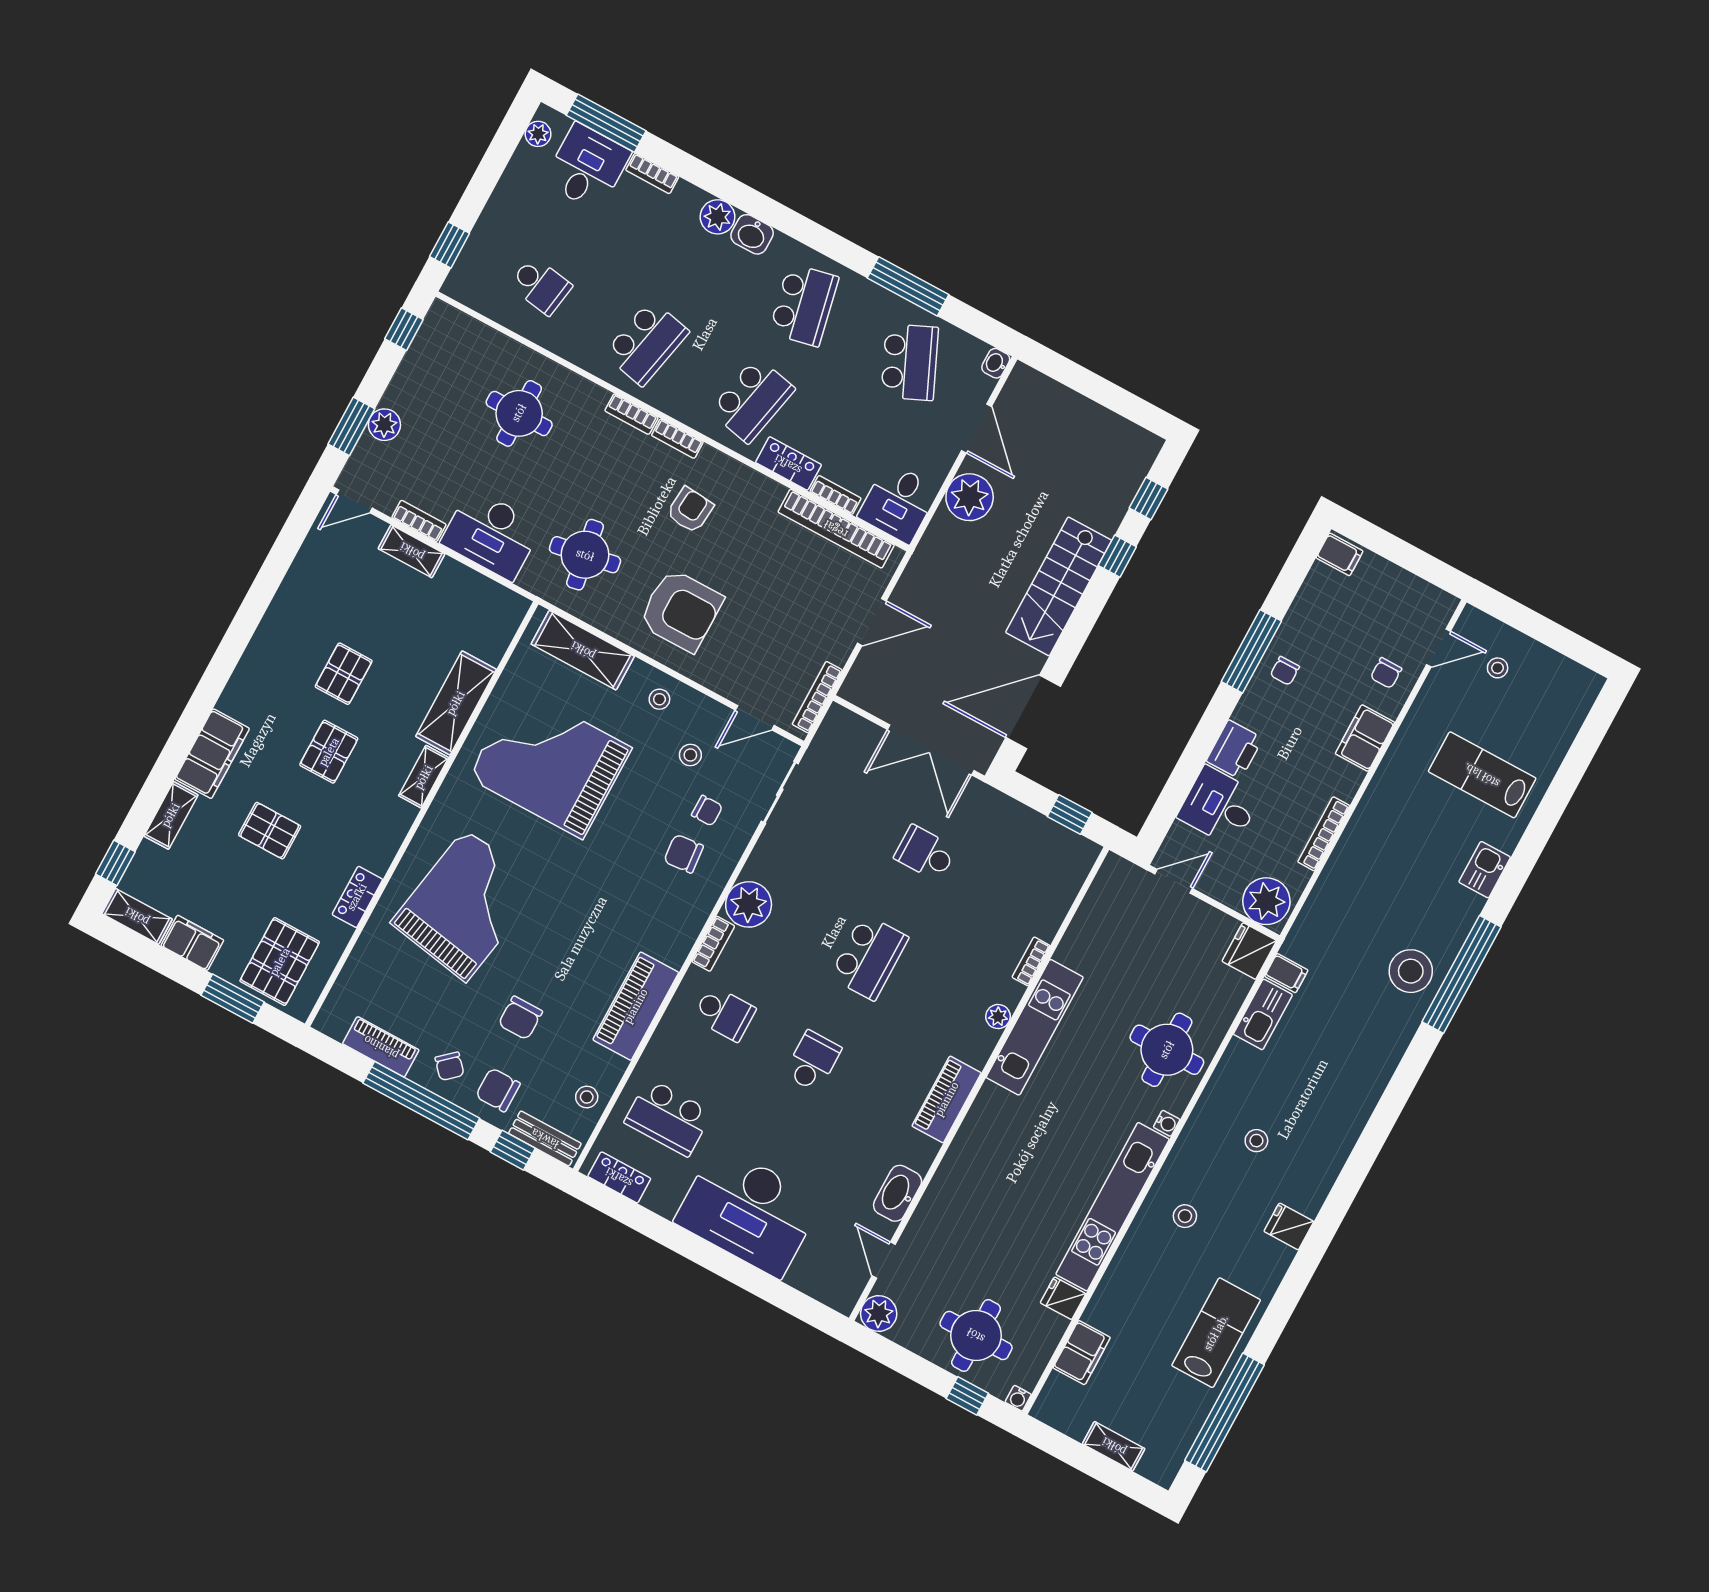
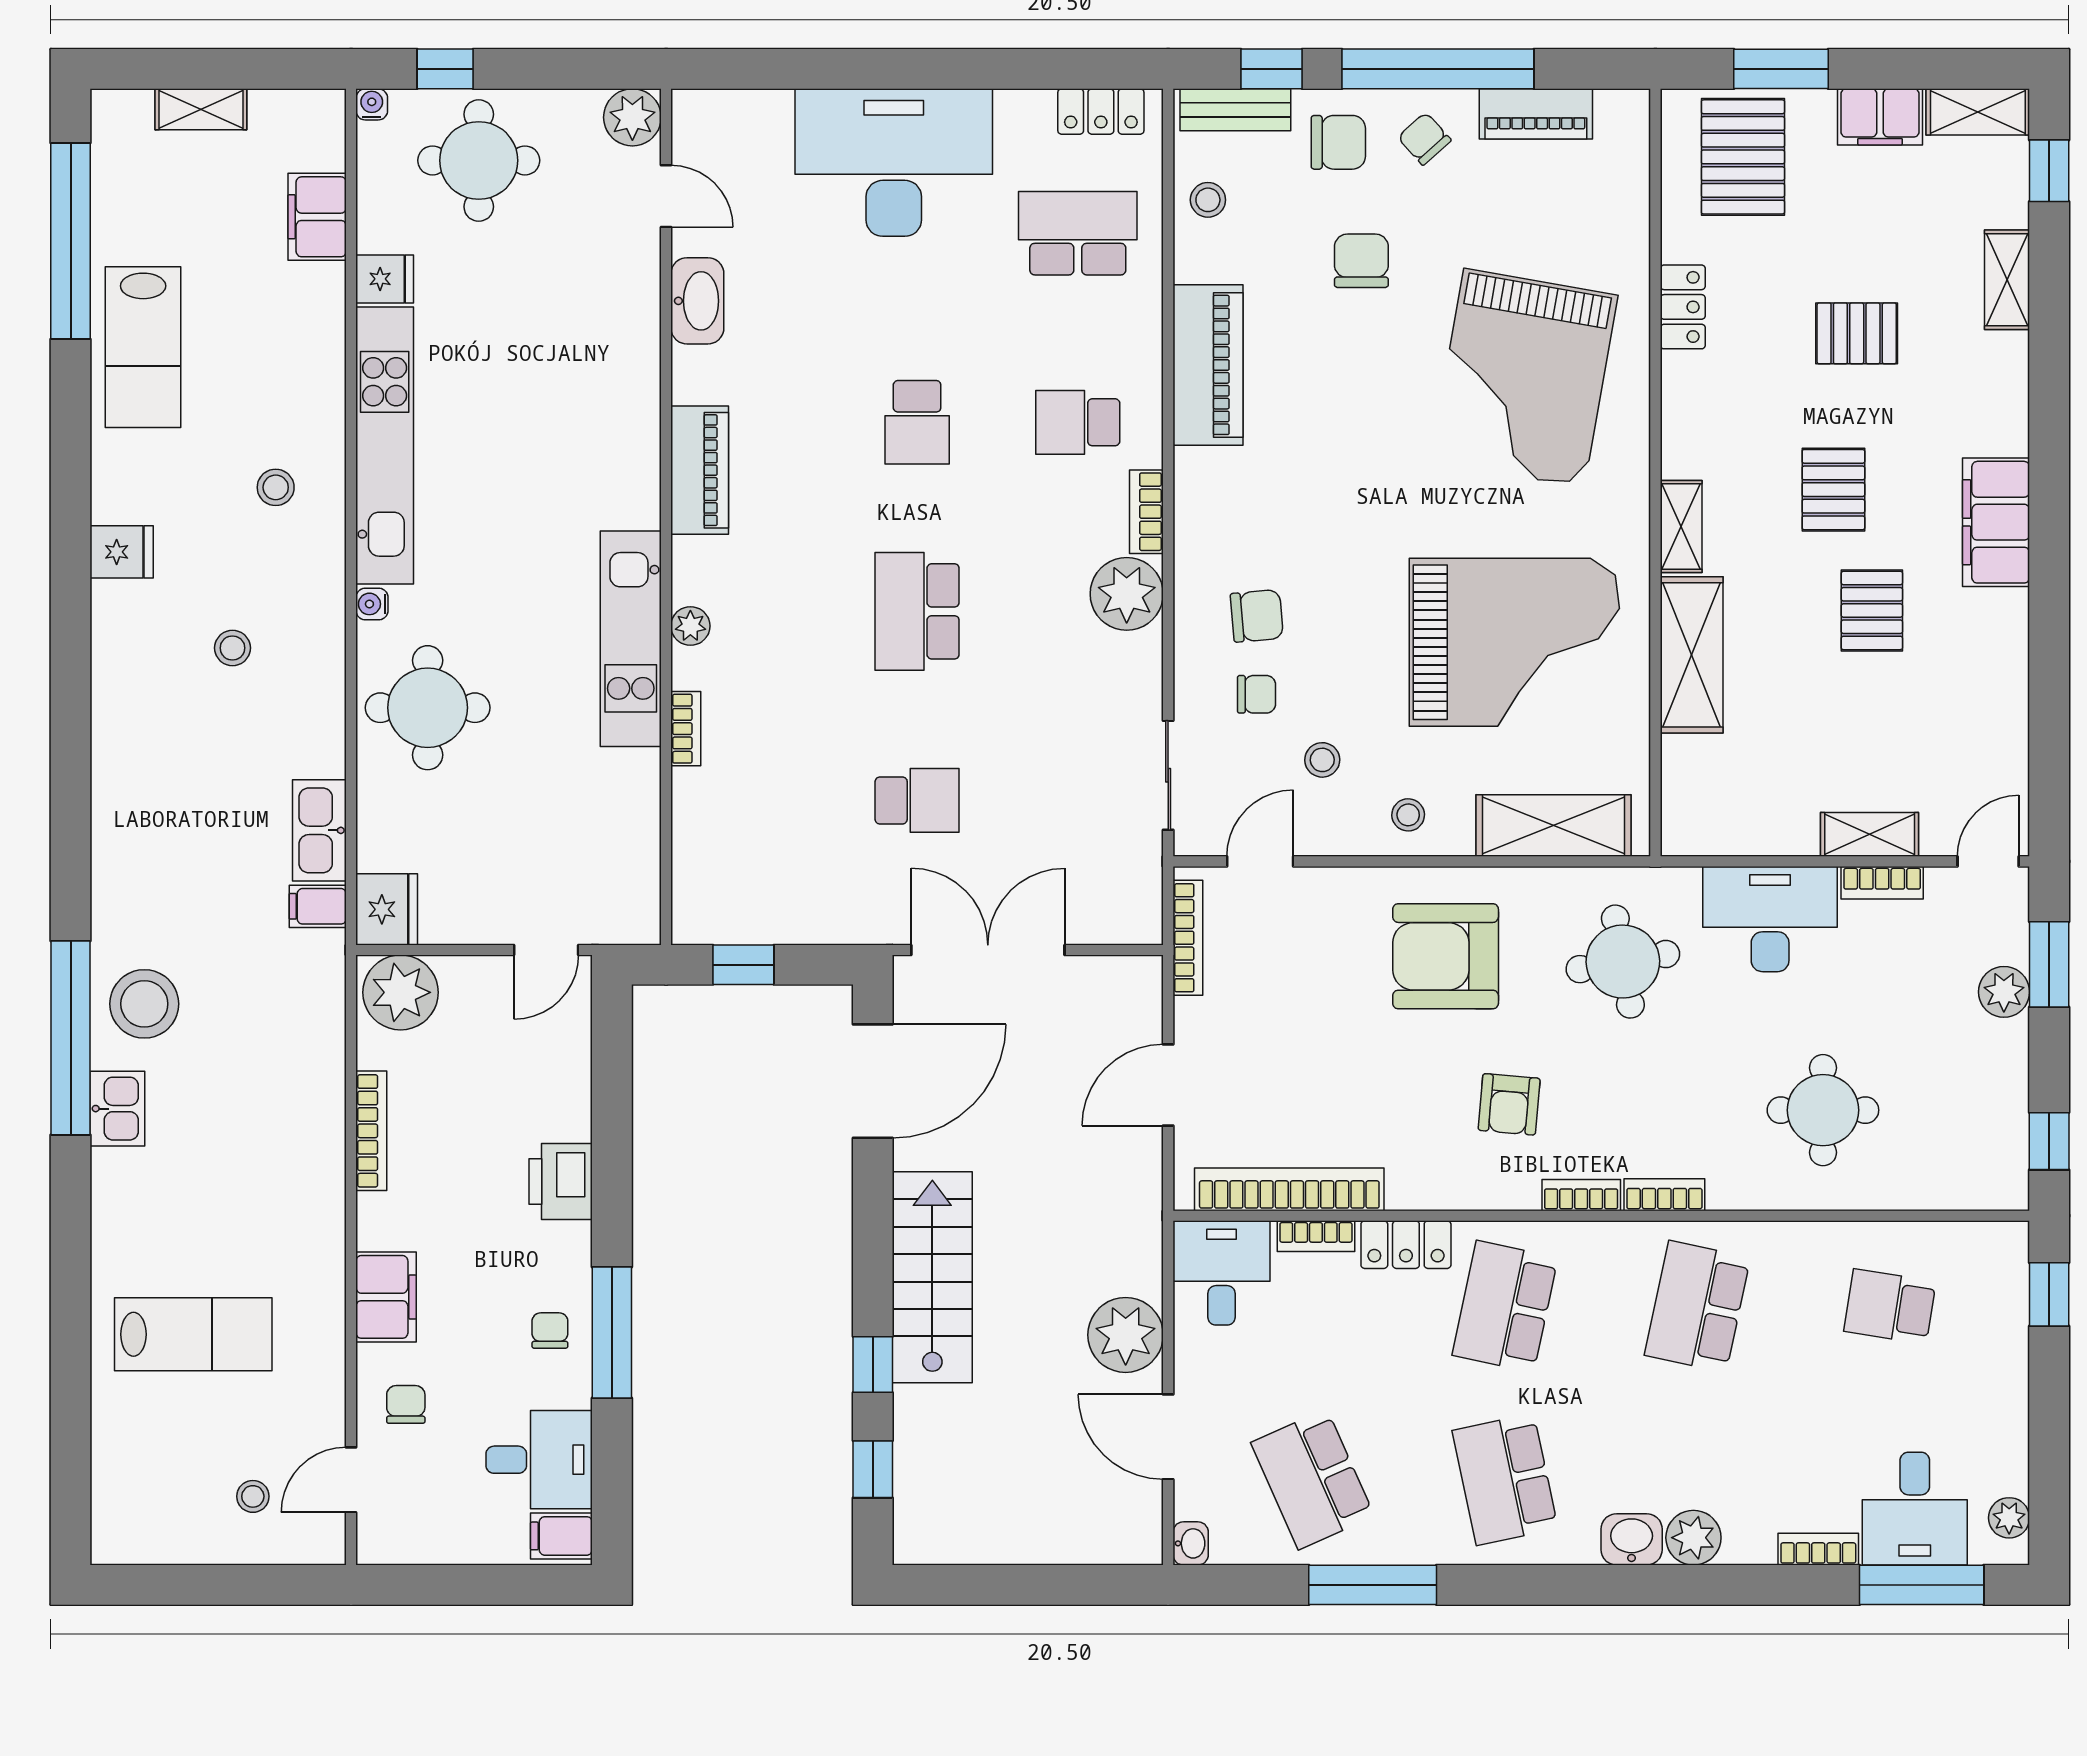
filing cabinet: (212, 754) -> (1996, 522), moved
desk: (1219, 806) -> (539, 1460), moved
chair: (707, 811) -> (1257, 694), turned 180
kitchen sink: (1485, 870) -> (117, 1109), moved

